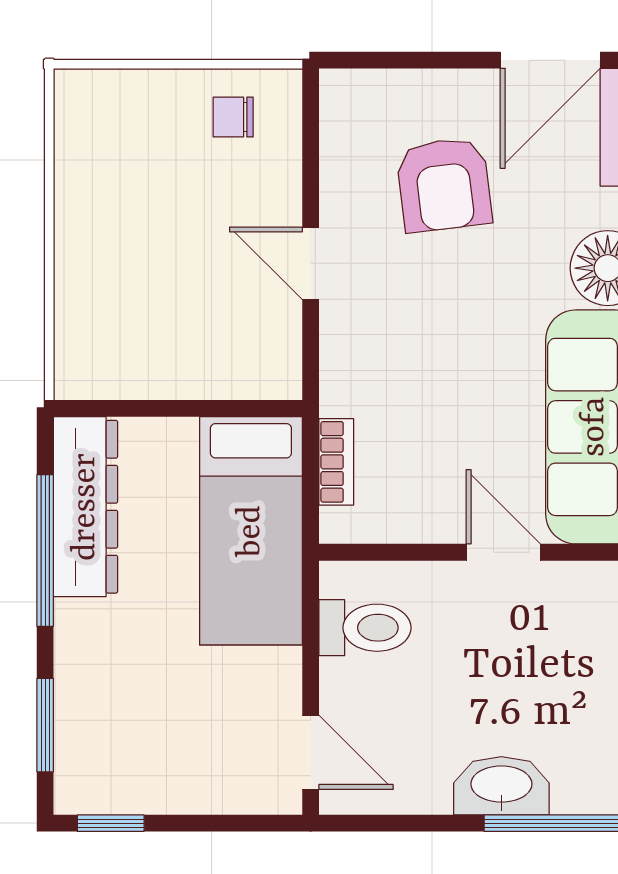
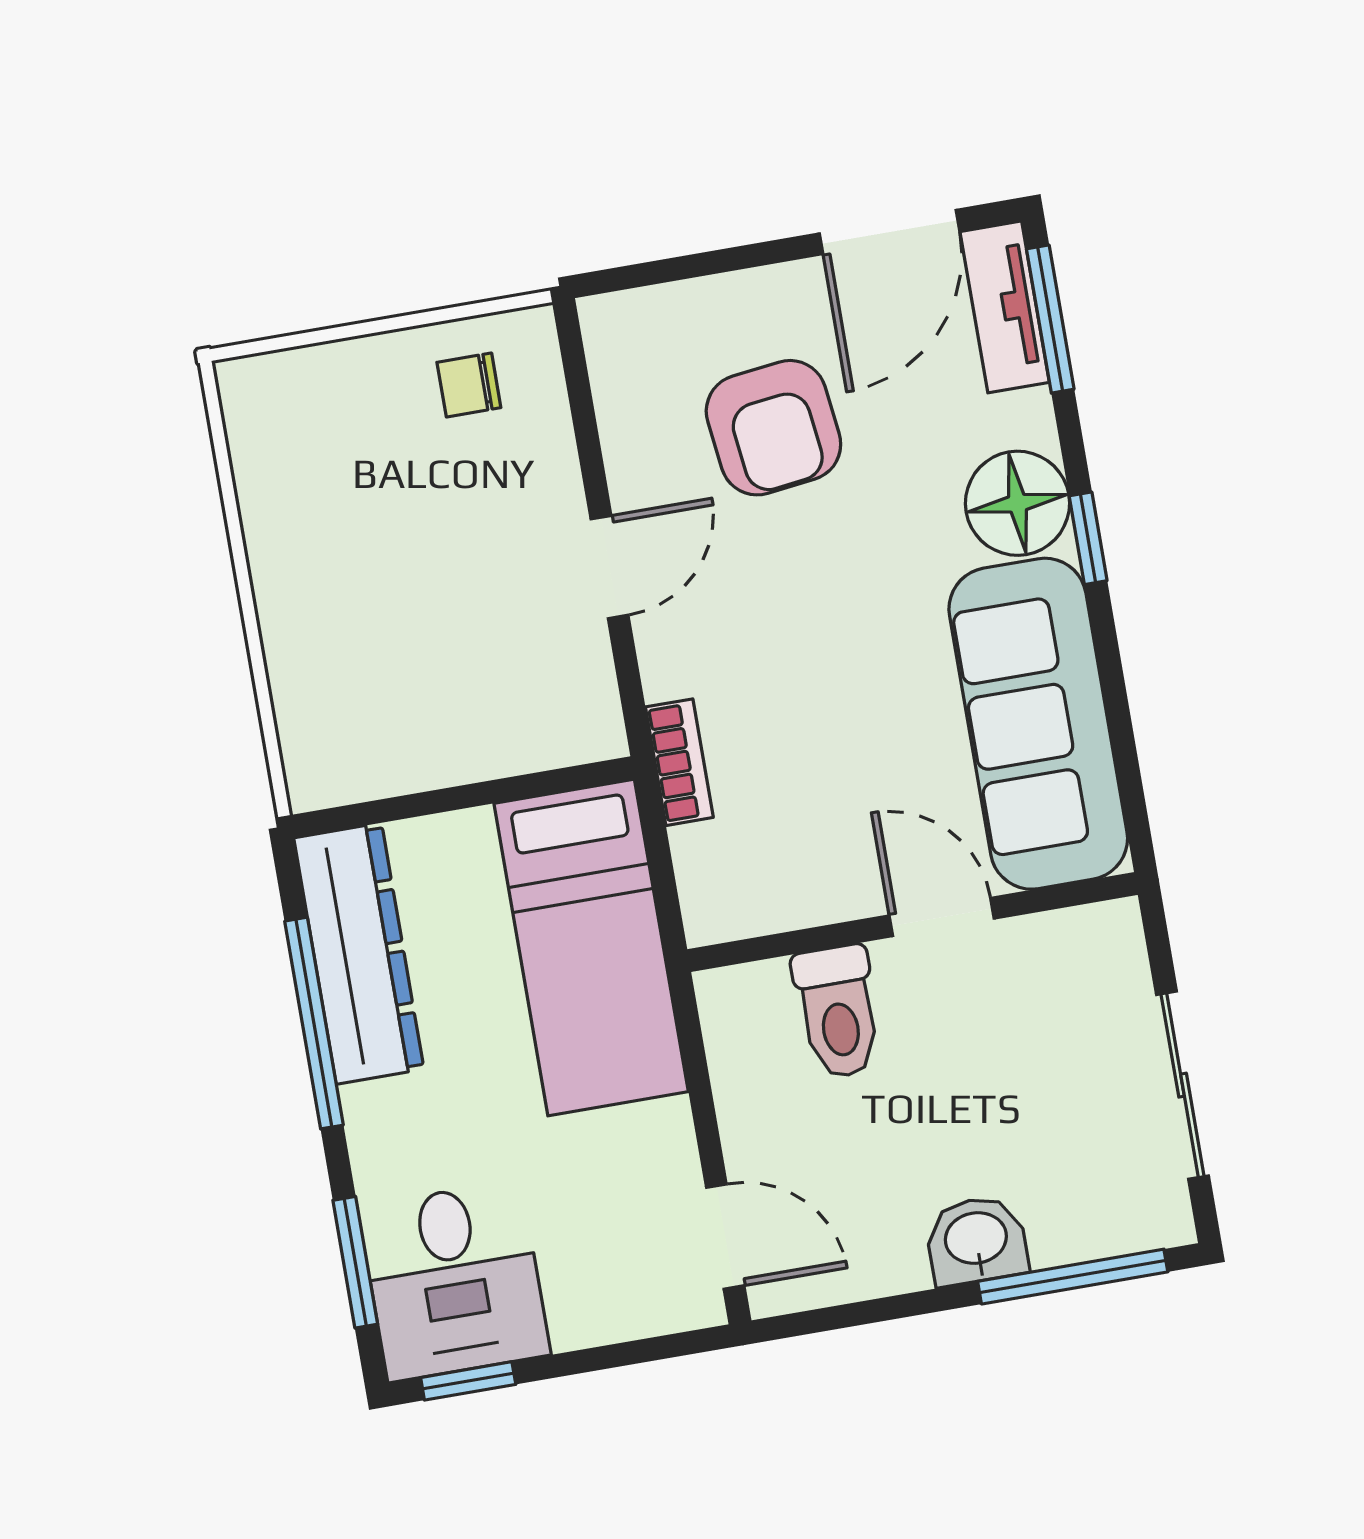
door: (311, 263) -> (610, 567), swing flipped
bookcase: (336, 462) -> (679, 762), moved
toilet: (365, 628) -> (838, 1012), moved, turned 90
desk: (113, 751) -> (454, 1281), added
washbasin: (501, 786) -> (976, 1240), width x0.72

